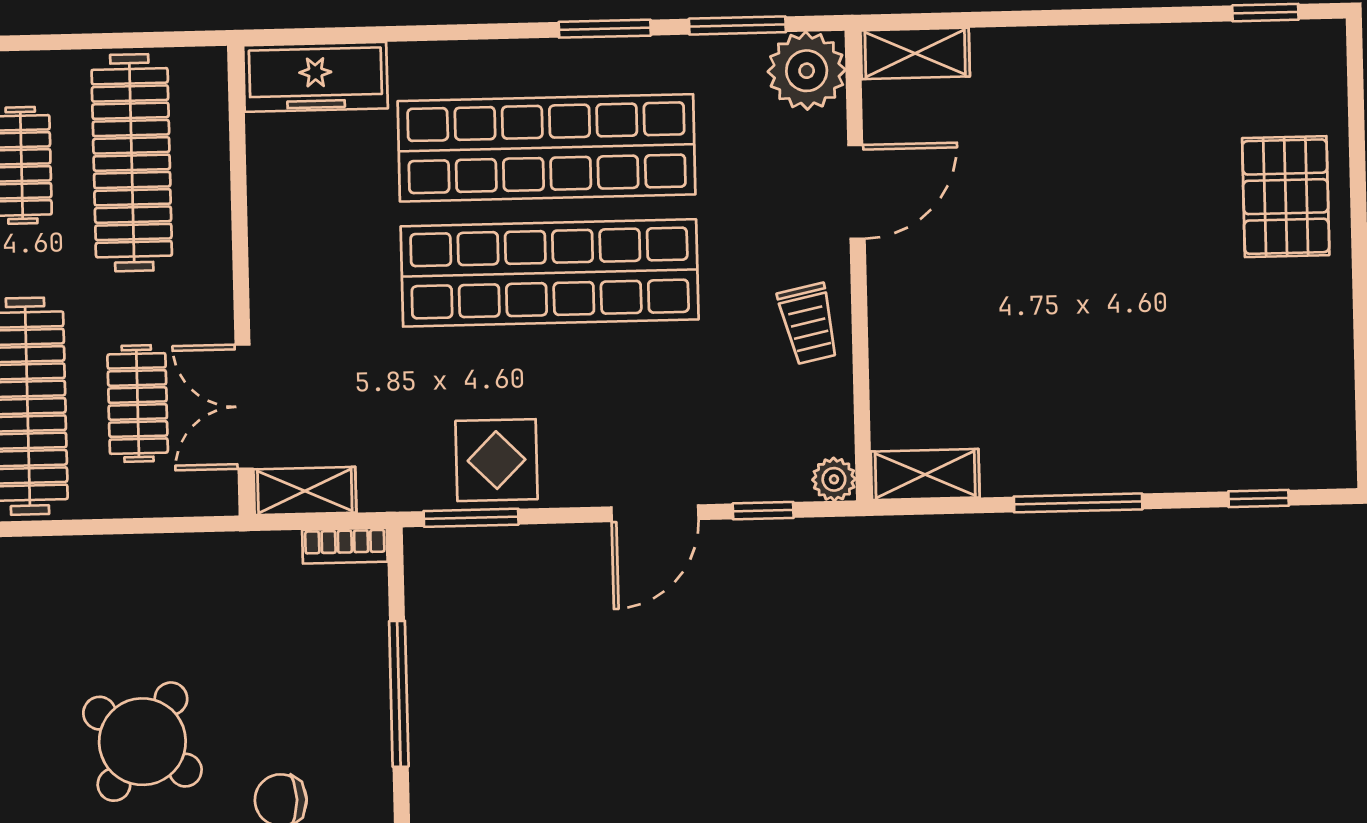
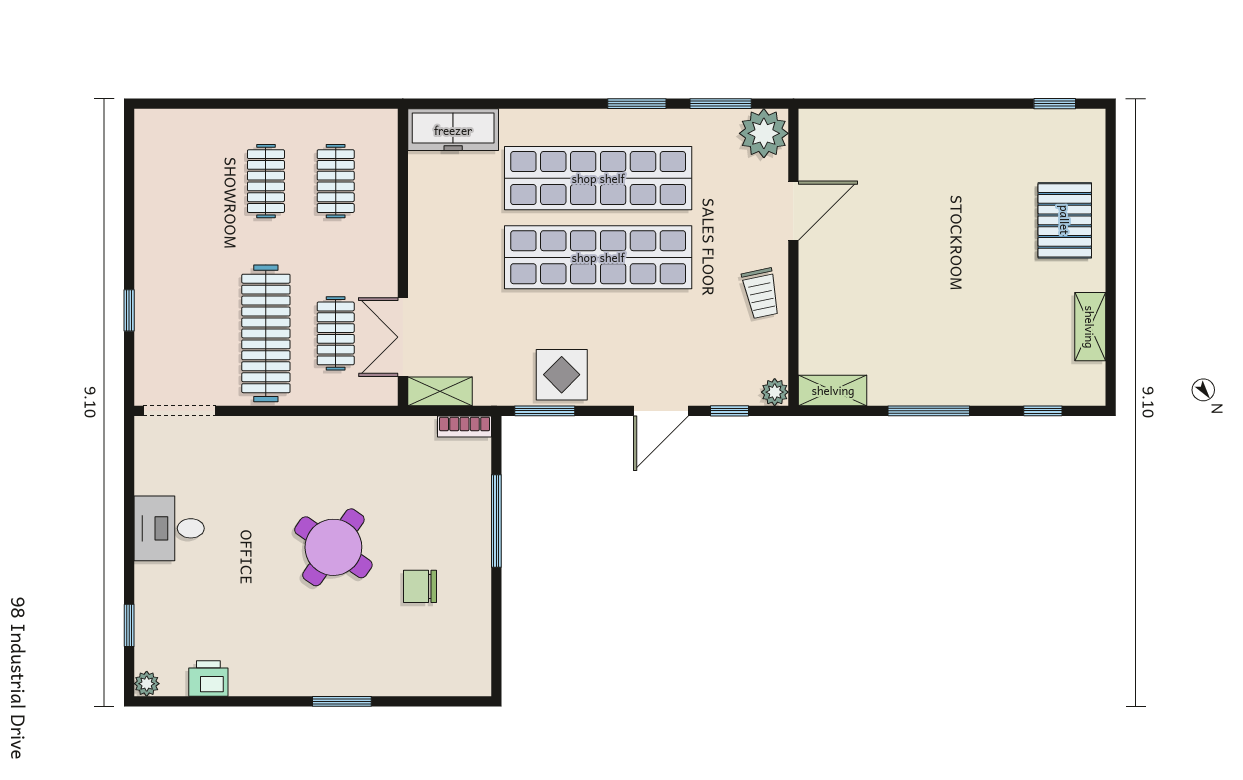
shelving: (915, 53) -> (1090, 327), moved, turned 90
clothes rail: (132, 163) -> (336, 181), width x0.54, depth x0.76

